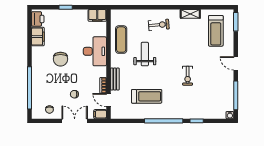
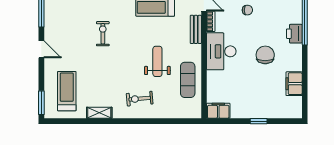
printer: (38, 19) -> (294, 34), moved
desk: (95, 51) -> (221, 51), moved
weight bench: (145, 54) -> (157, 61), turned 180

